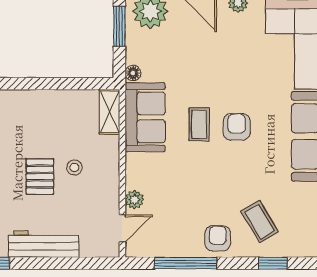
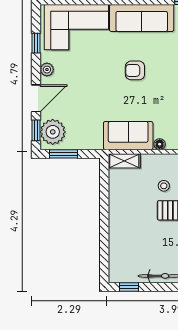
floor lamp: (133, 73) -> (160, 144), moved
coffee table: (199, 124) -> (133, 97), removed

